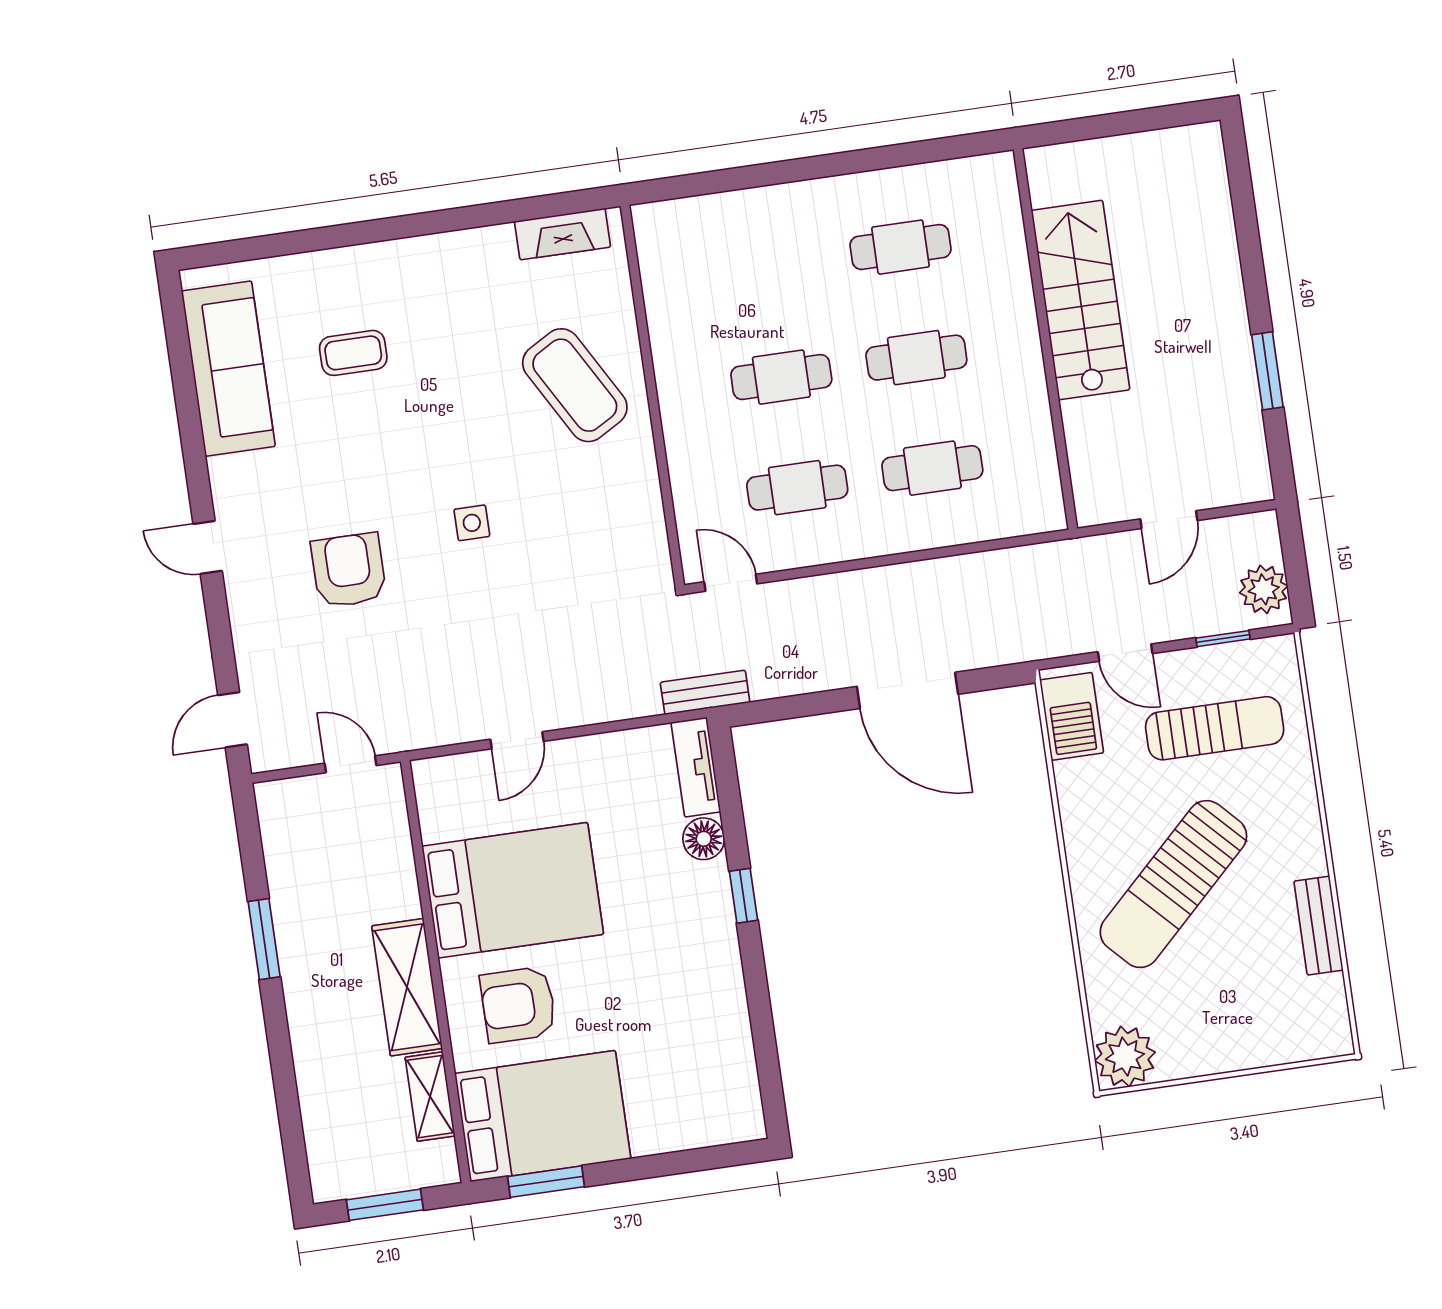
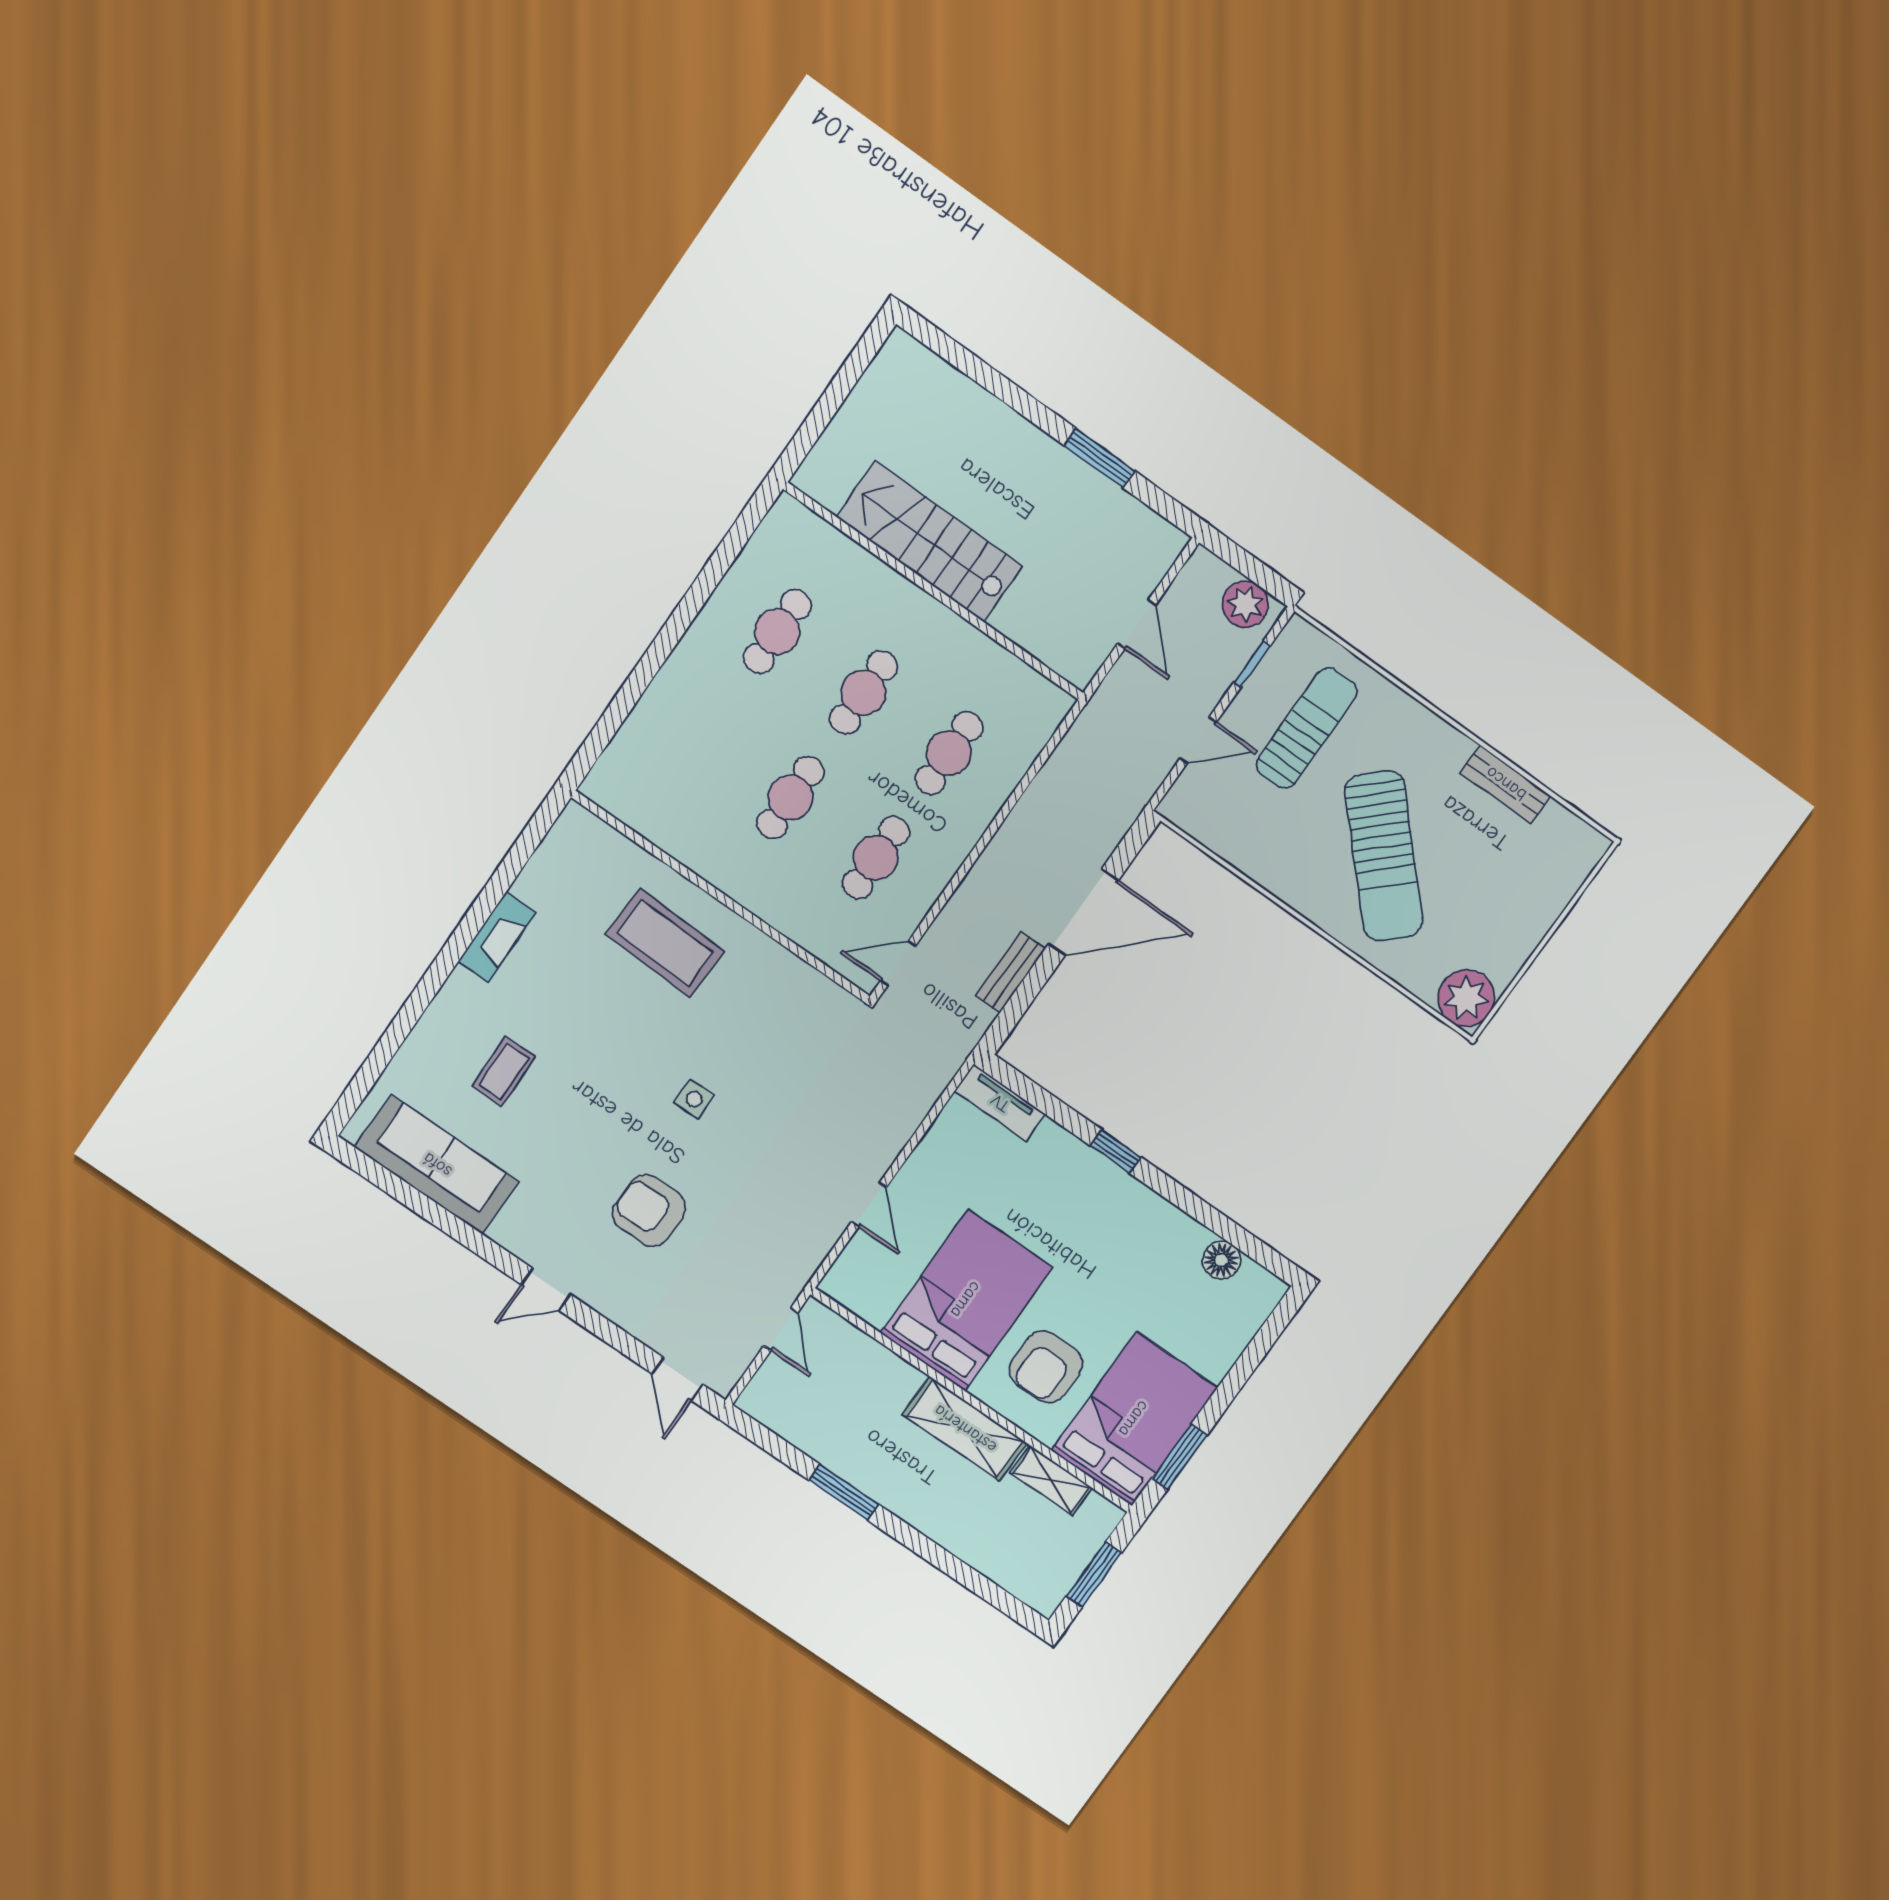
fireplace: (563, 234) -> (497, 937), moved
coffee table: (575, 385) -> (665, 943), turned 32
bench: (705, 692) -> (1011, 972), moved
barbecue: (1072, 716) -> (1206, 818), removed
door: (350, 764) -> (781, 1329), swing flipped
floor lamp: (704, 839) -> (1221, 1260), moved

